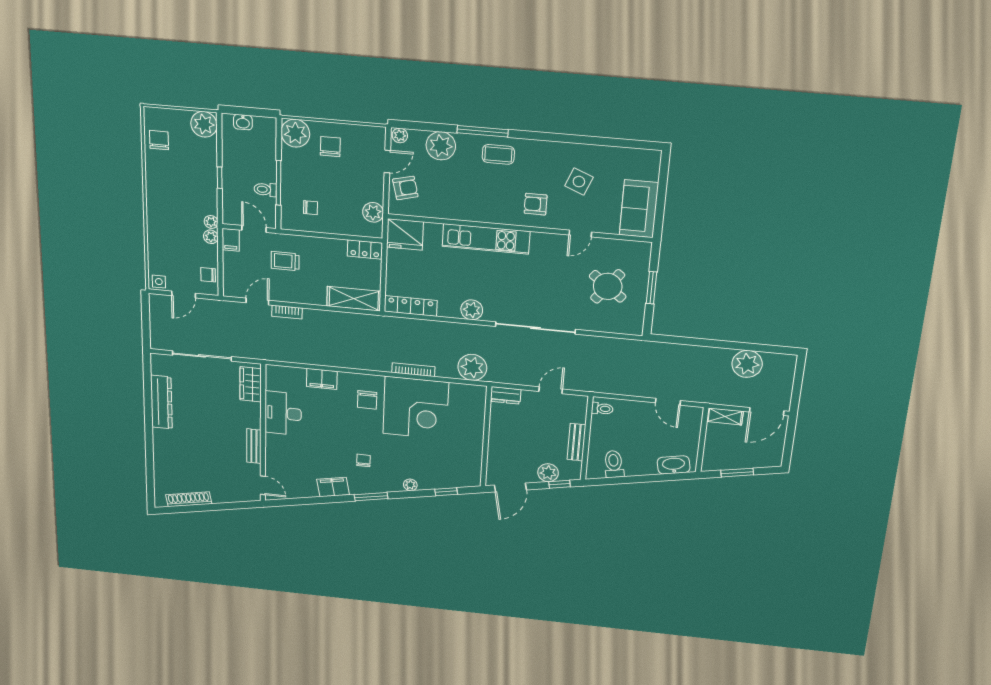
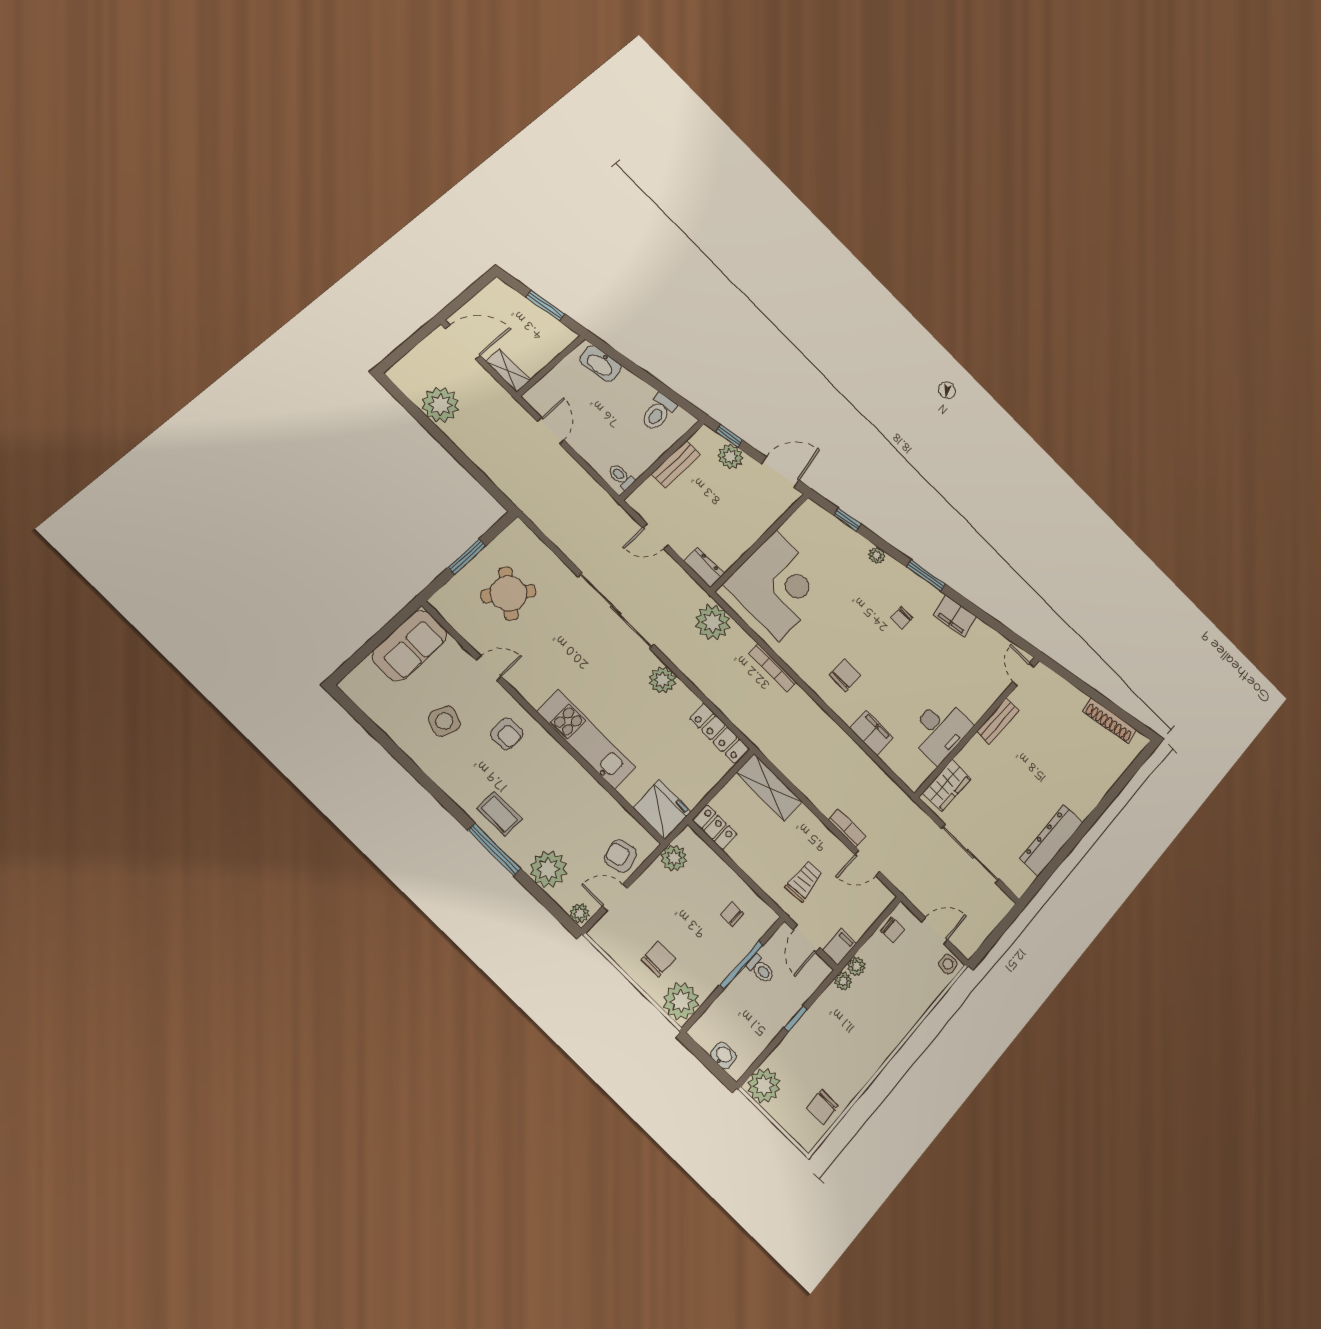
chair: (330, 147) -> (658, 959), turned 180
trolley: (285, 261) -> (804, 881), turned -94
corner desk: (416, 408) -> (777, 586), moved, turned 90

